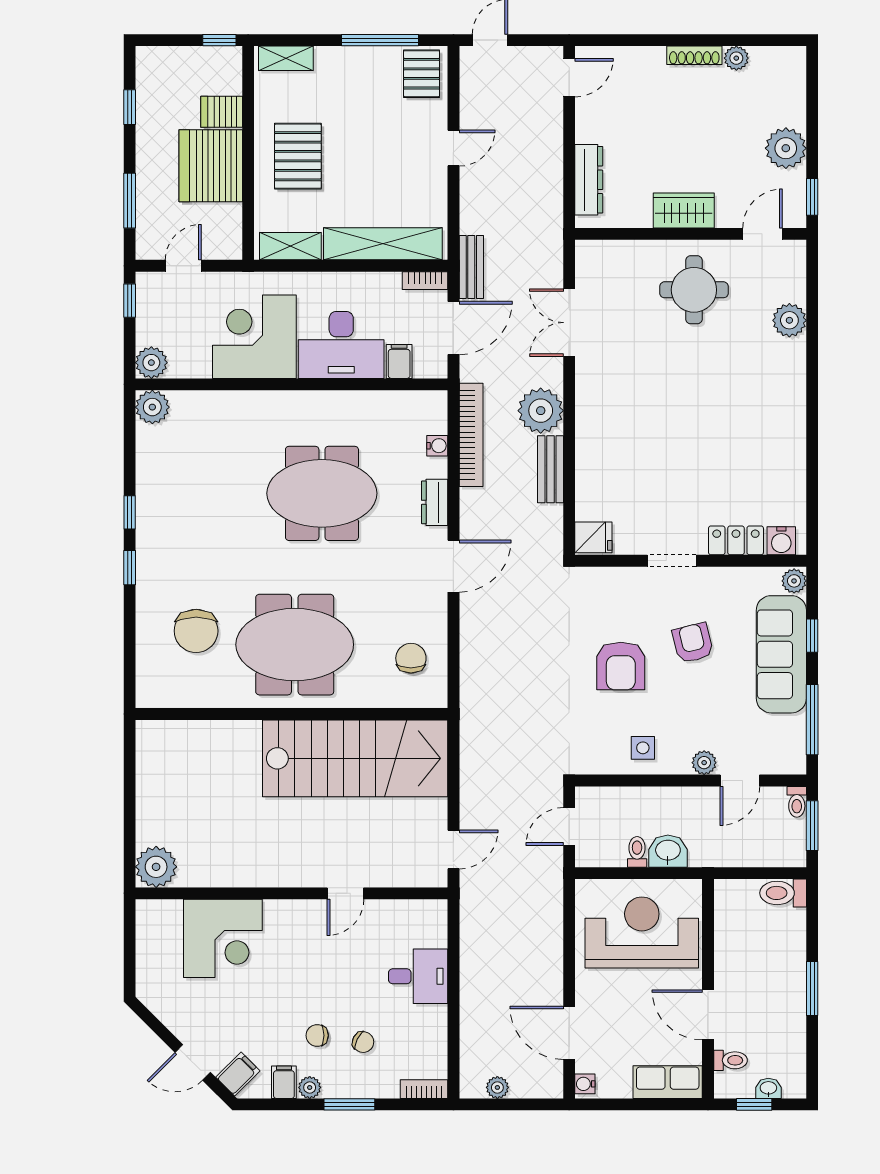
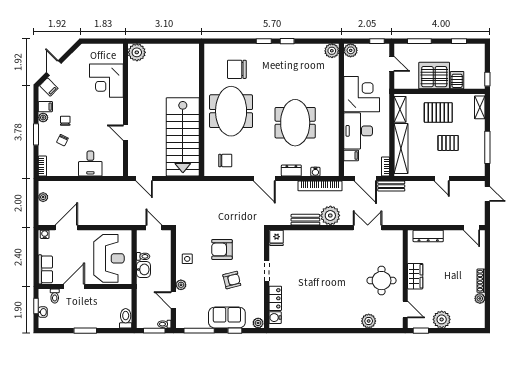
pallet: (422, 74) -> (448, 143), moved
sofa: (781, 654) -> (227, 318), width x0.73

